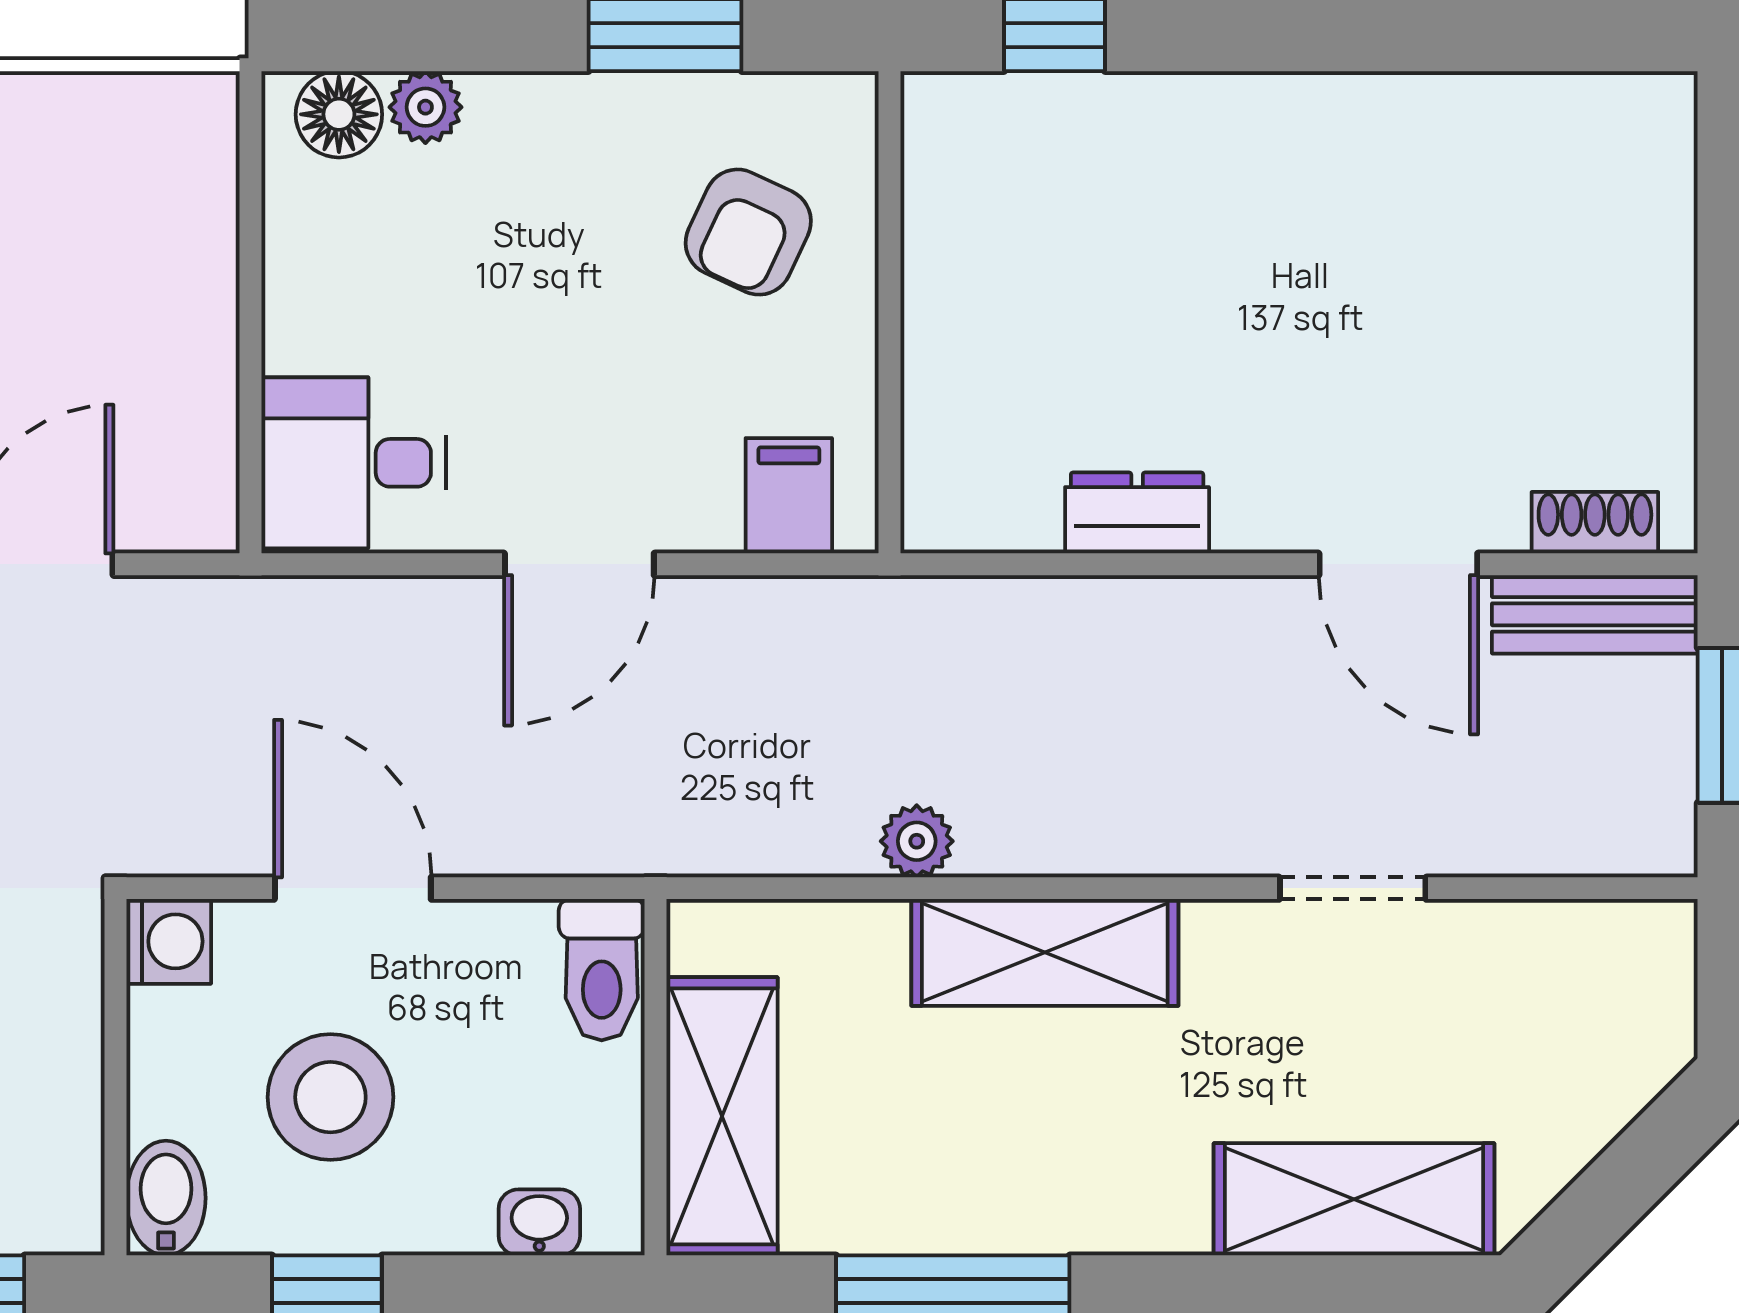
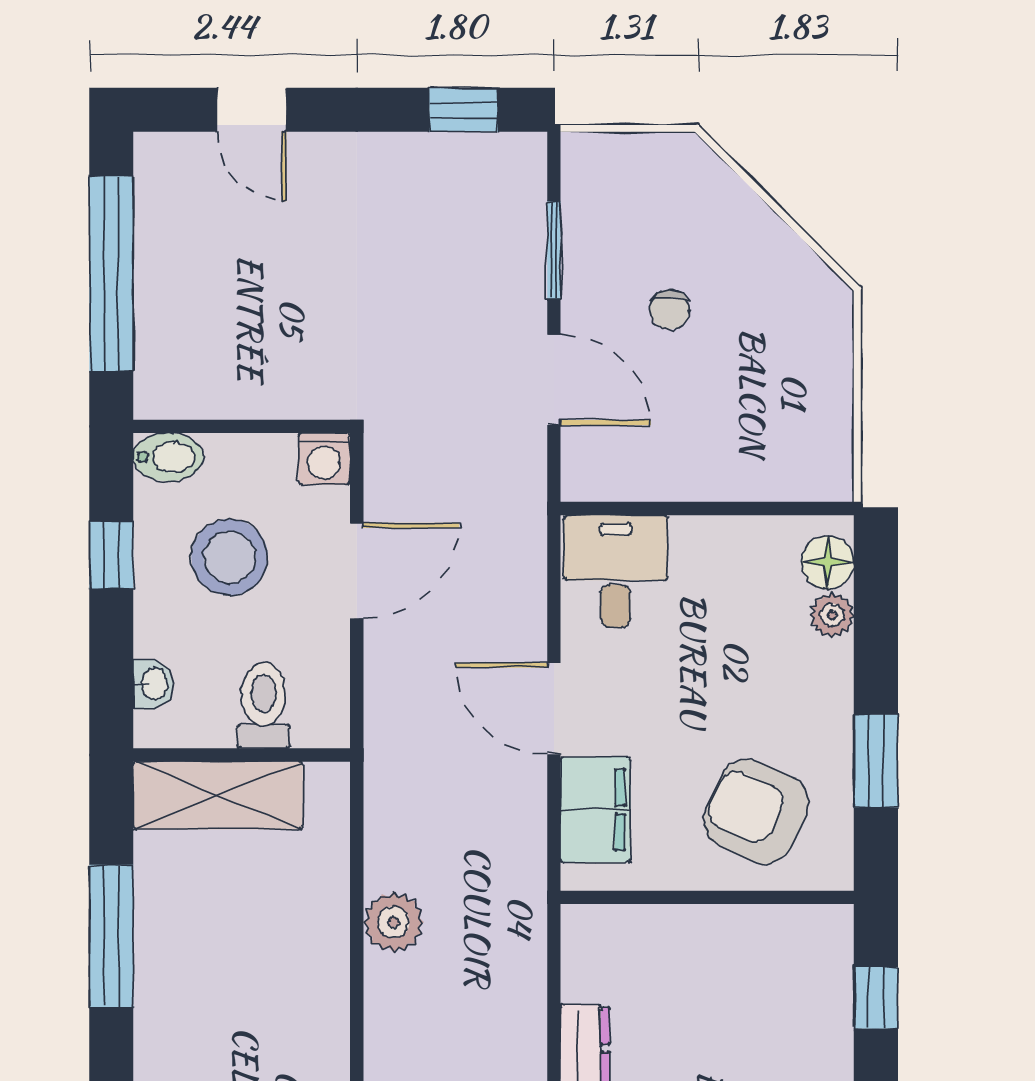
armchair: (748, 232) -> (756, 811), width x1.38, depth x1.38
filing cabinet: (789, 496) -> (596, 810), width x2.00
plant: (917, 841) -> (394, 922), width x1.38, depth x1.38
shelving: (1045, 952) -> (318, 992), removed
toilet: (602, 970) -> (263, 705), moved, turned 90

